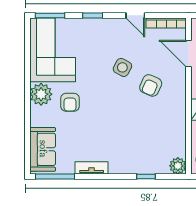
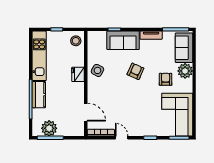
side table: (122, 67) -> (97, 70), moved
armchair: (151, 85) -> (135, 71), moved
plant: (41, 94) -> (185, 71), moved
sofa: (133, 160) -> (123, 40), added
plant: (178, 166) -> (93, 37), removed

